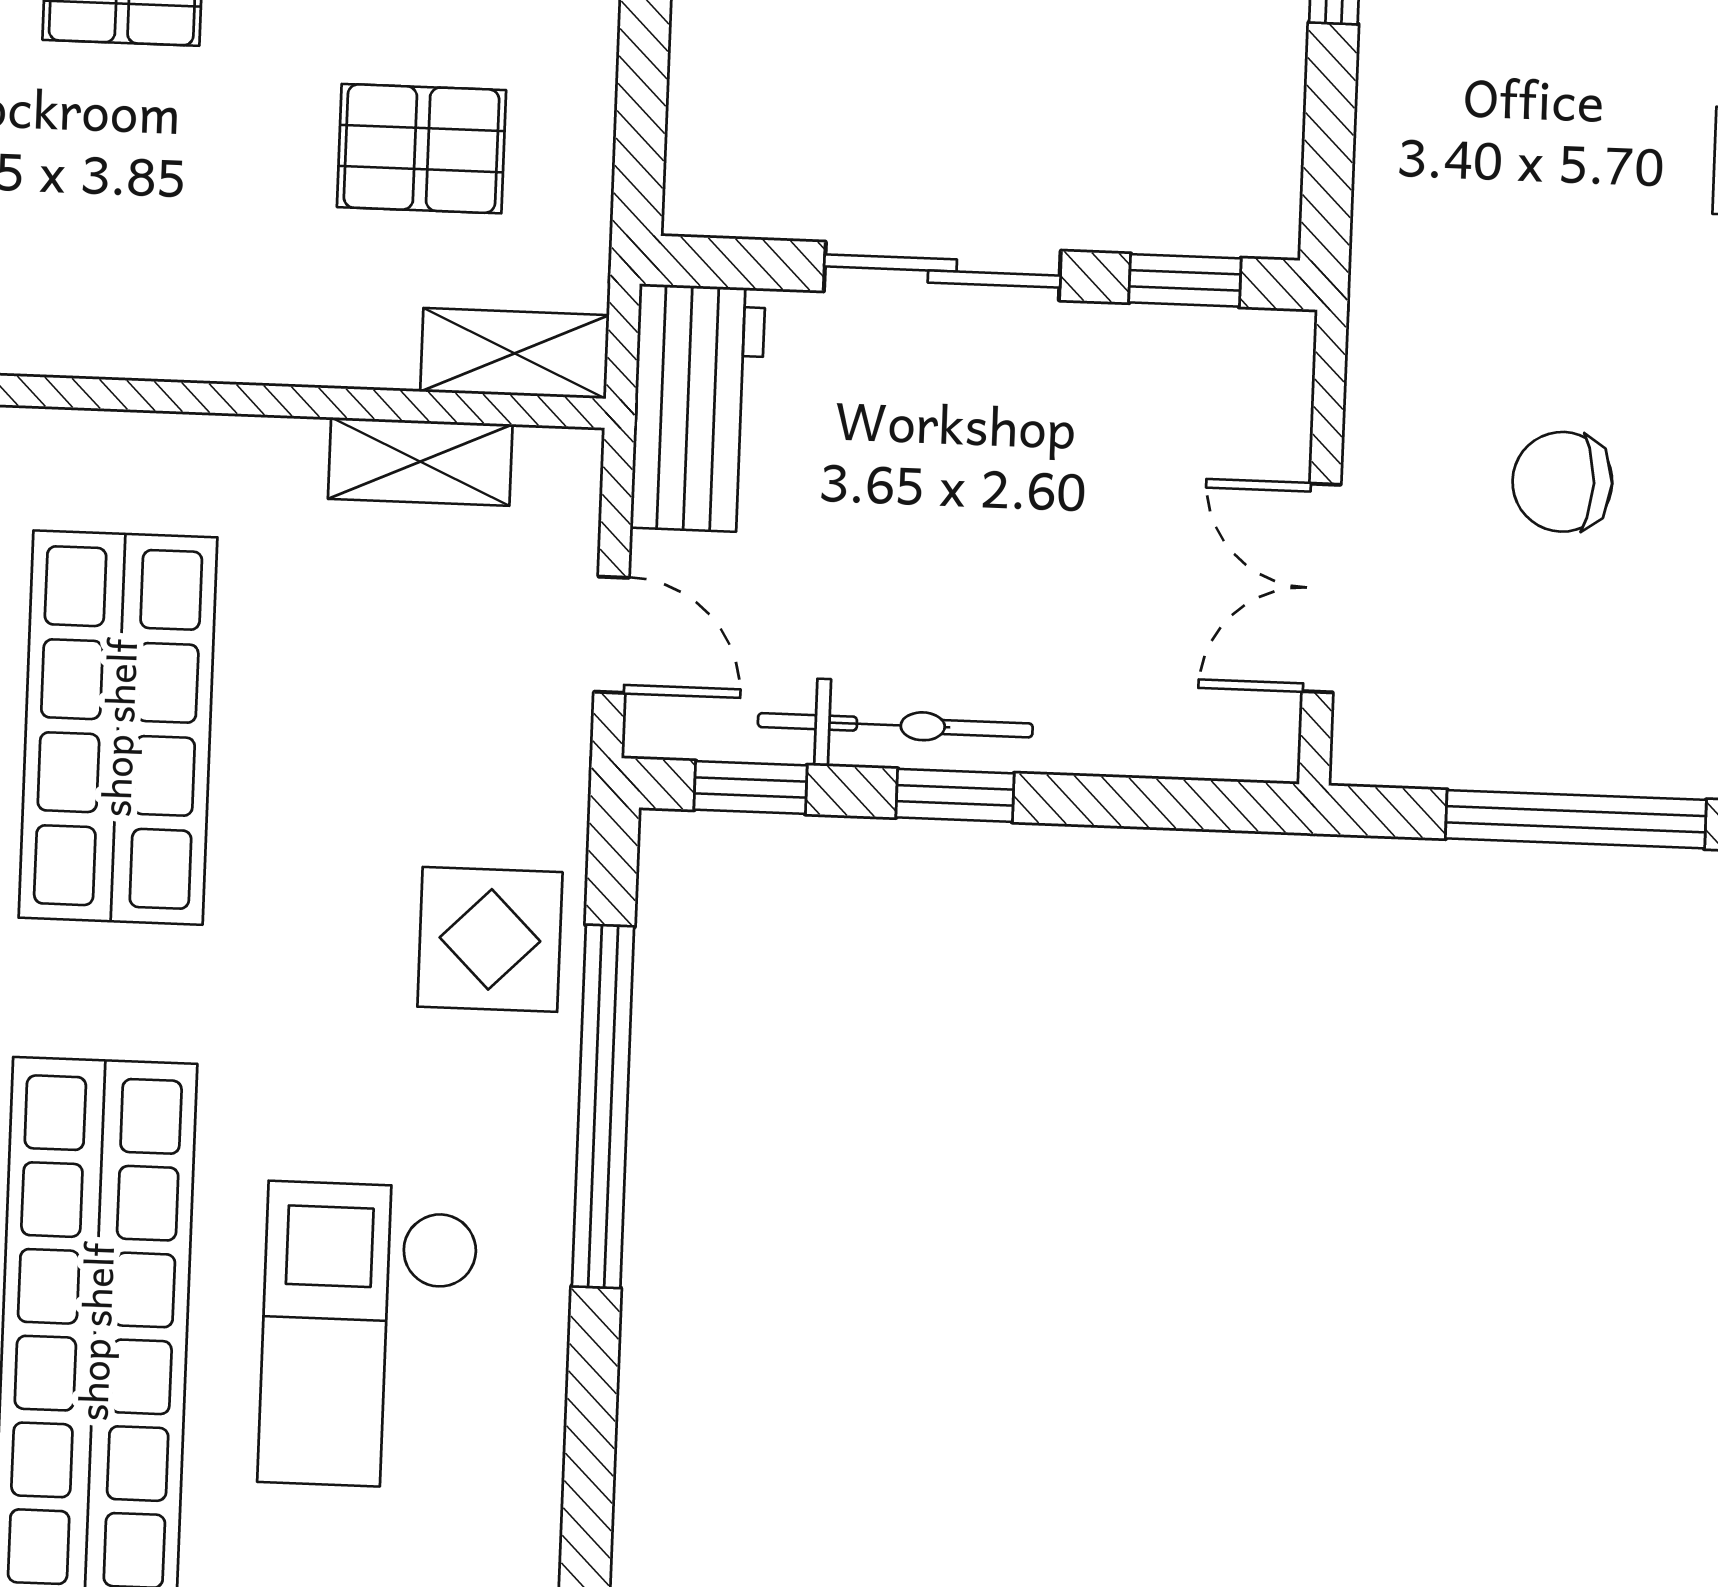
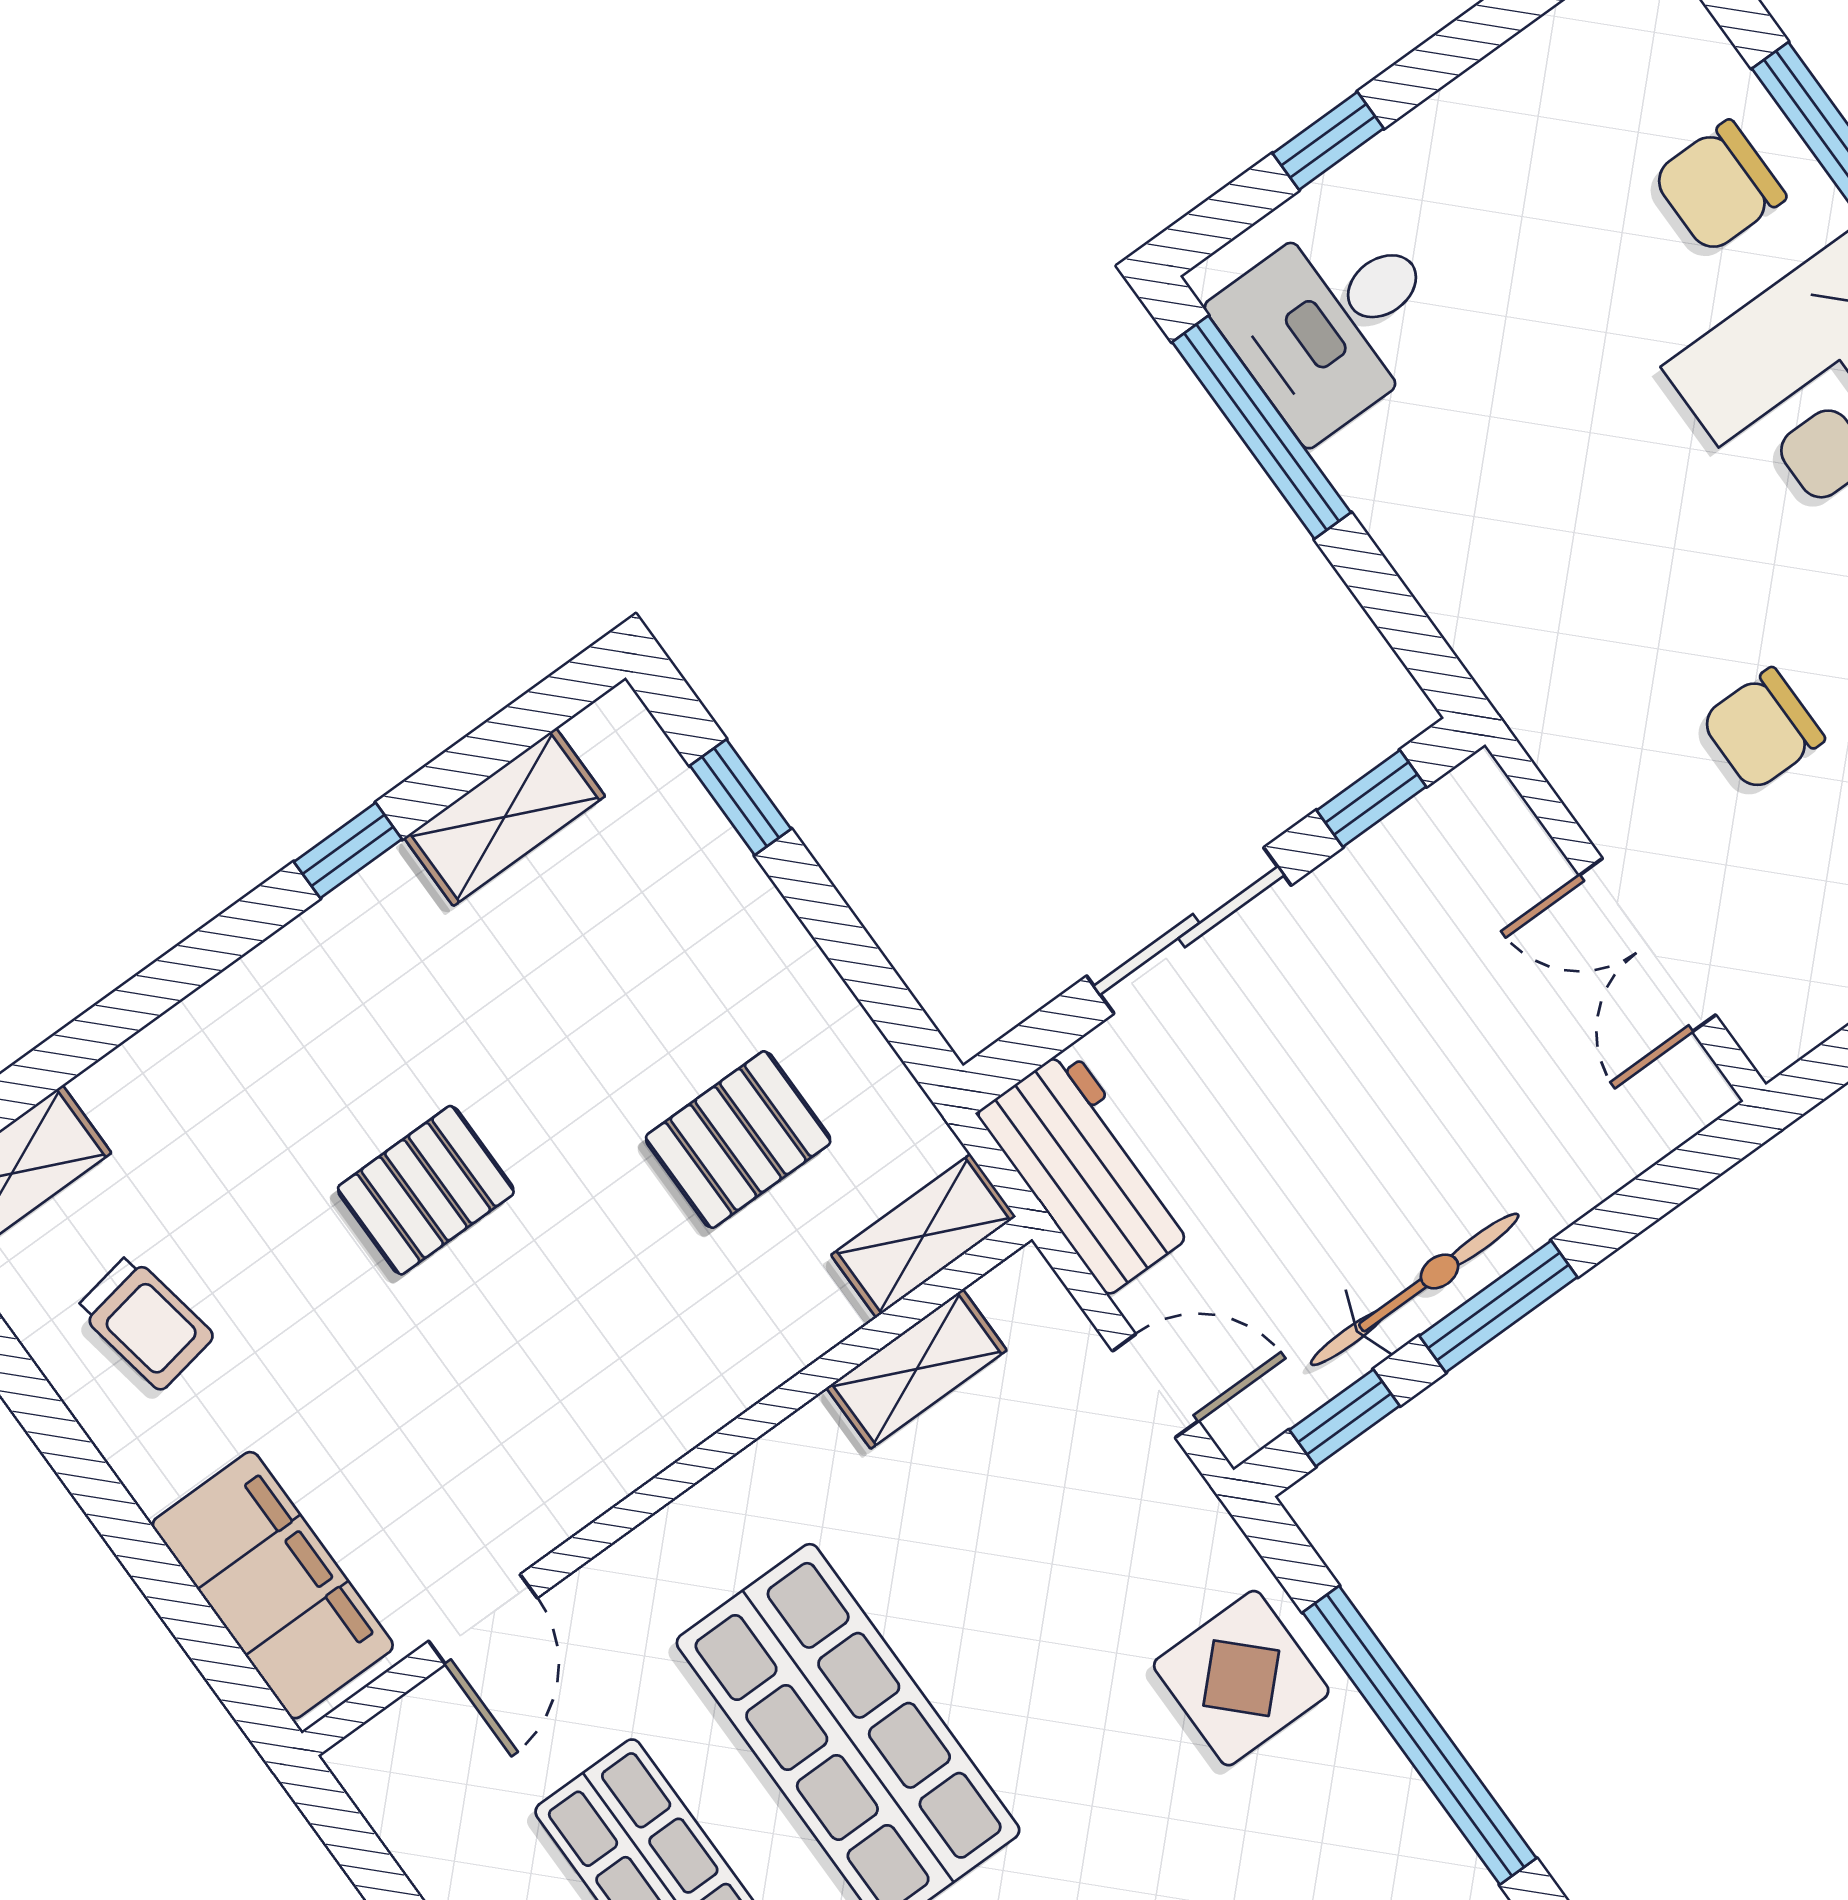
window: (955, 795) -> (1498, 1306), width x1.50

